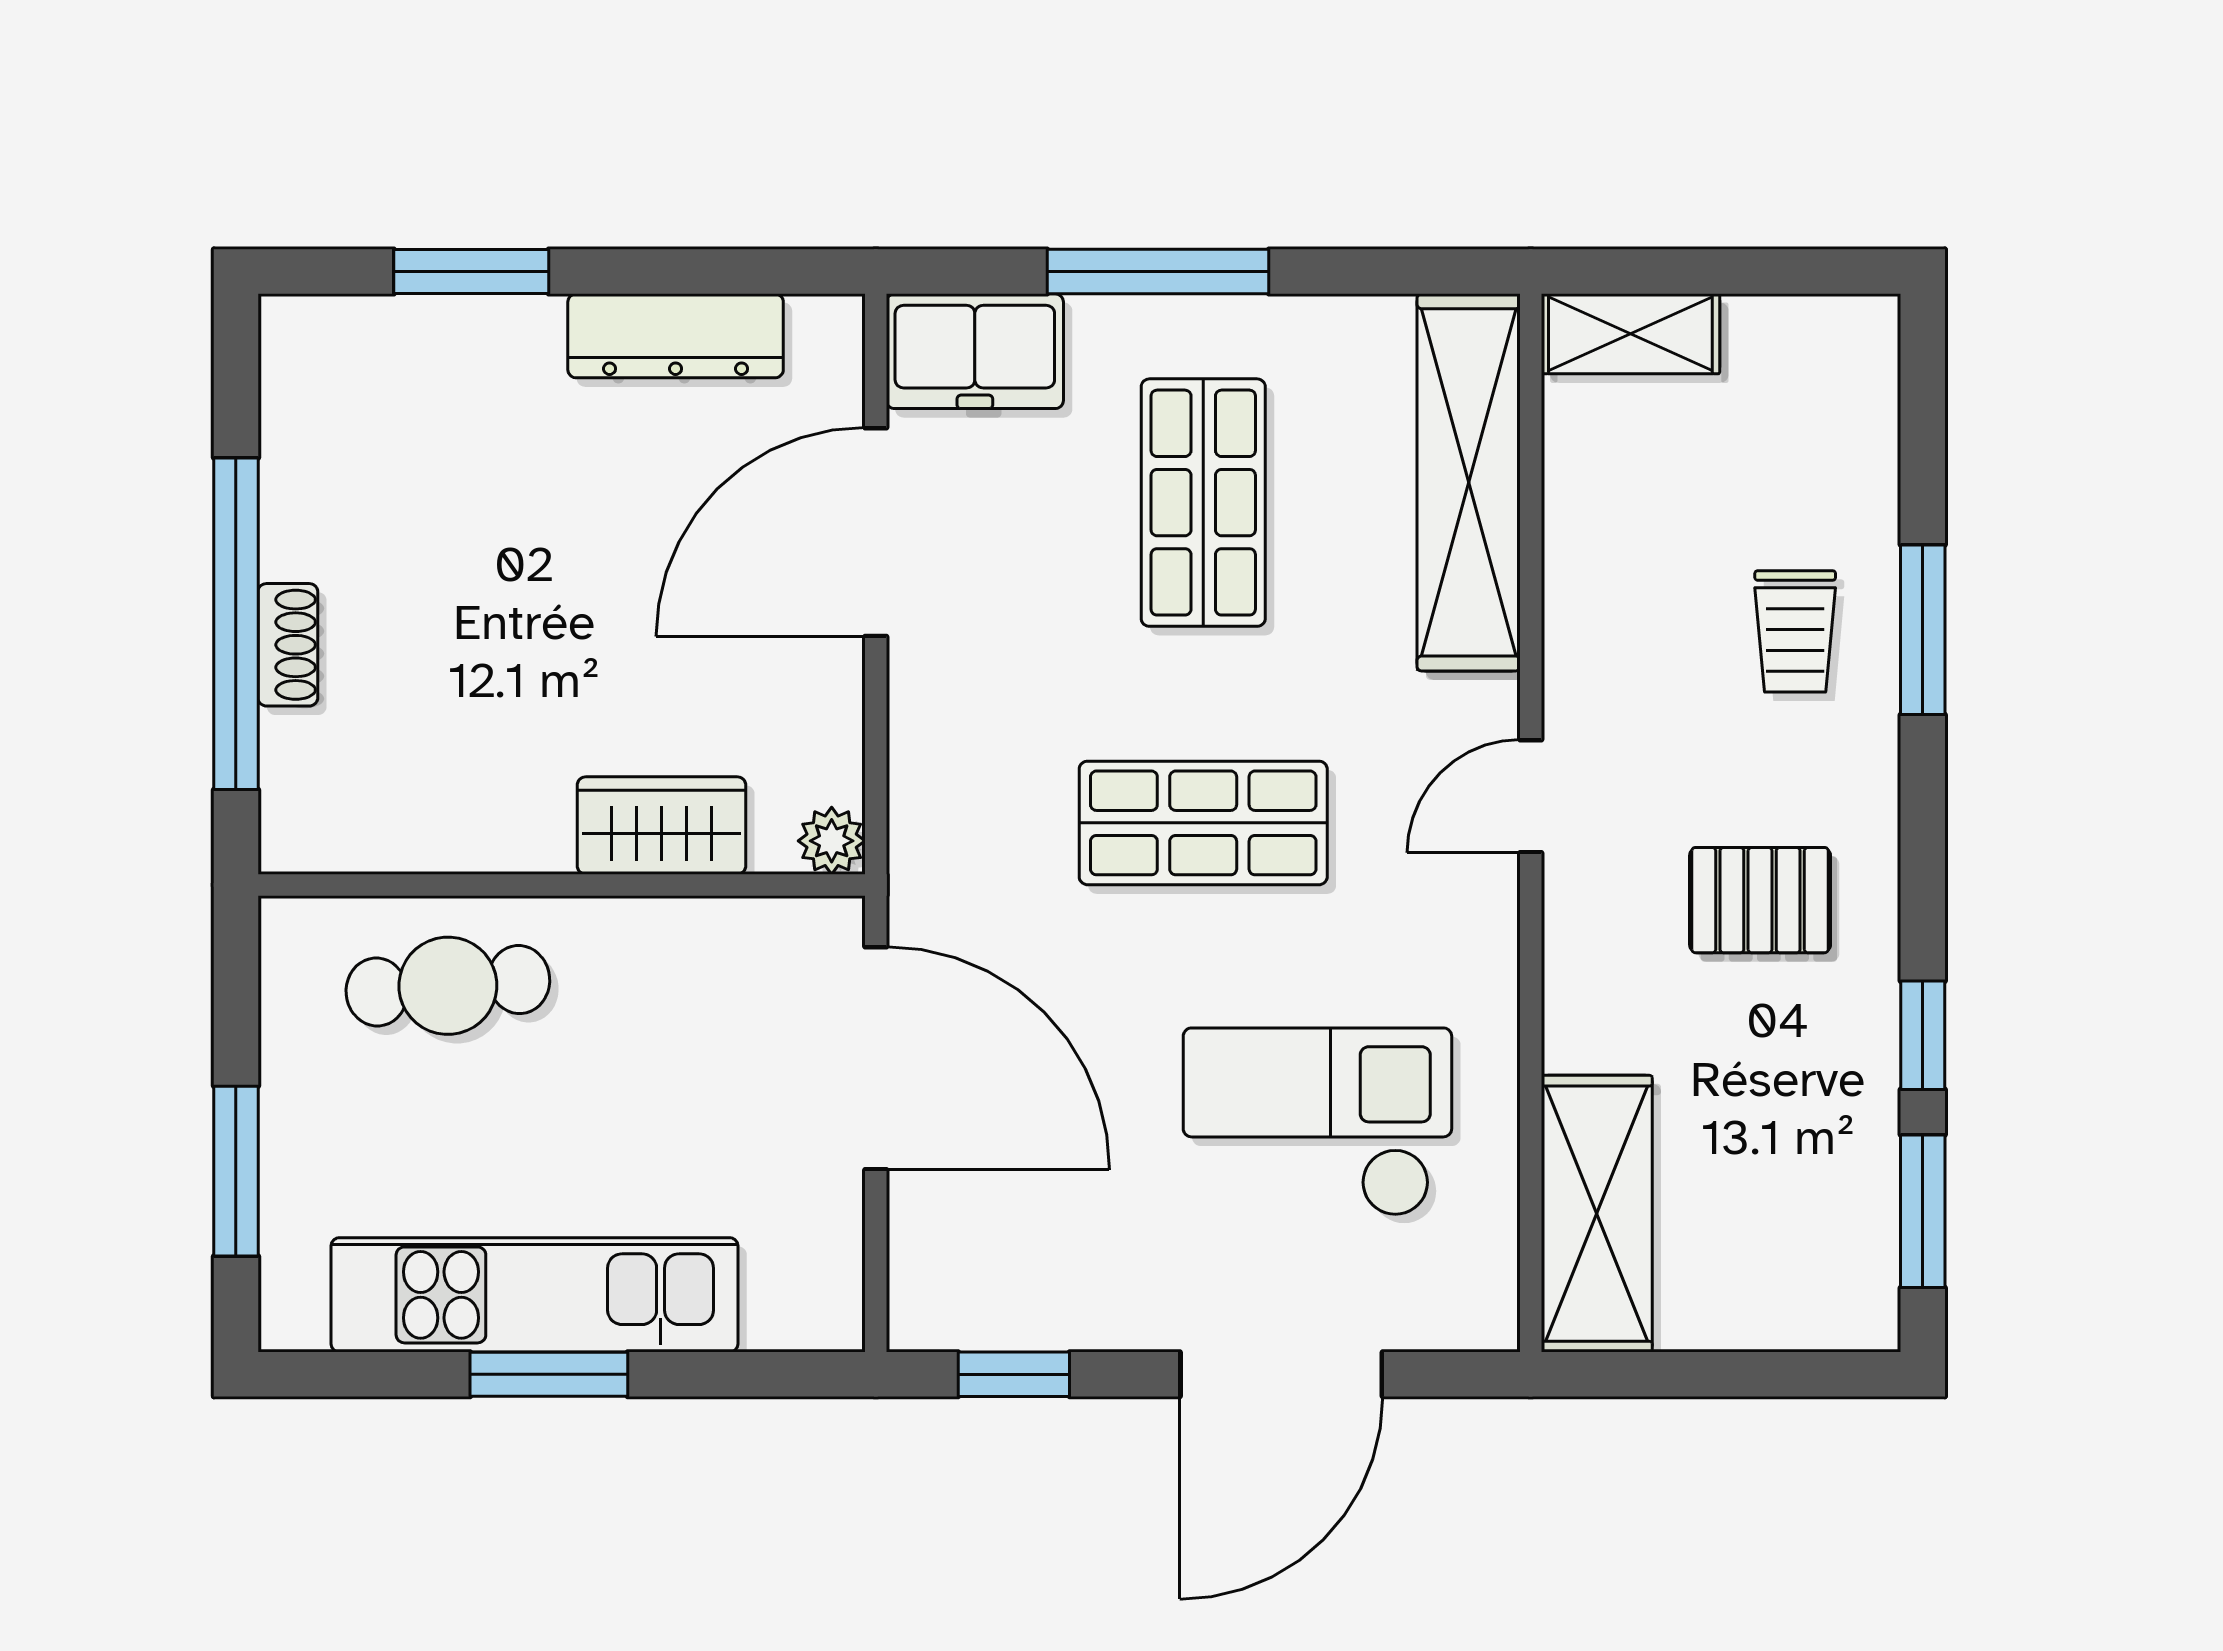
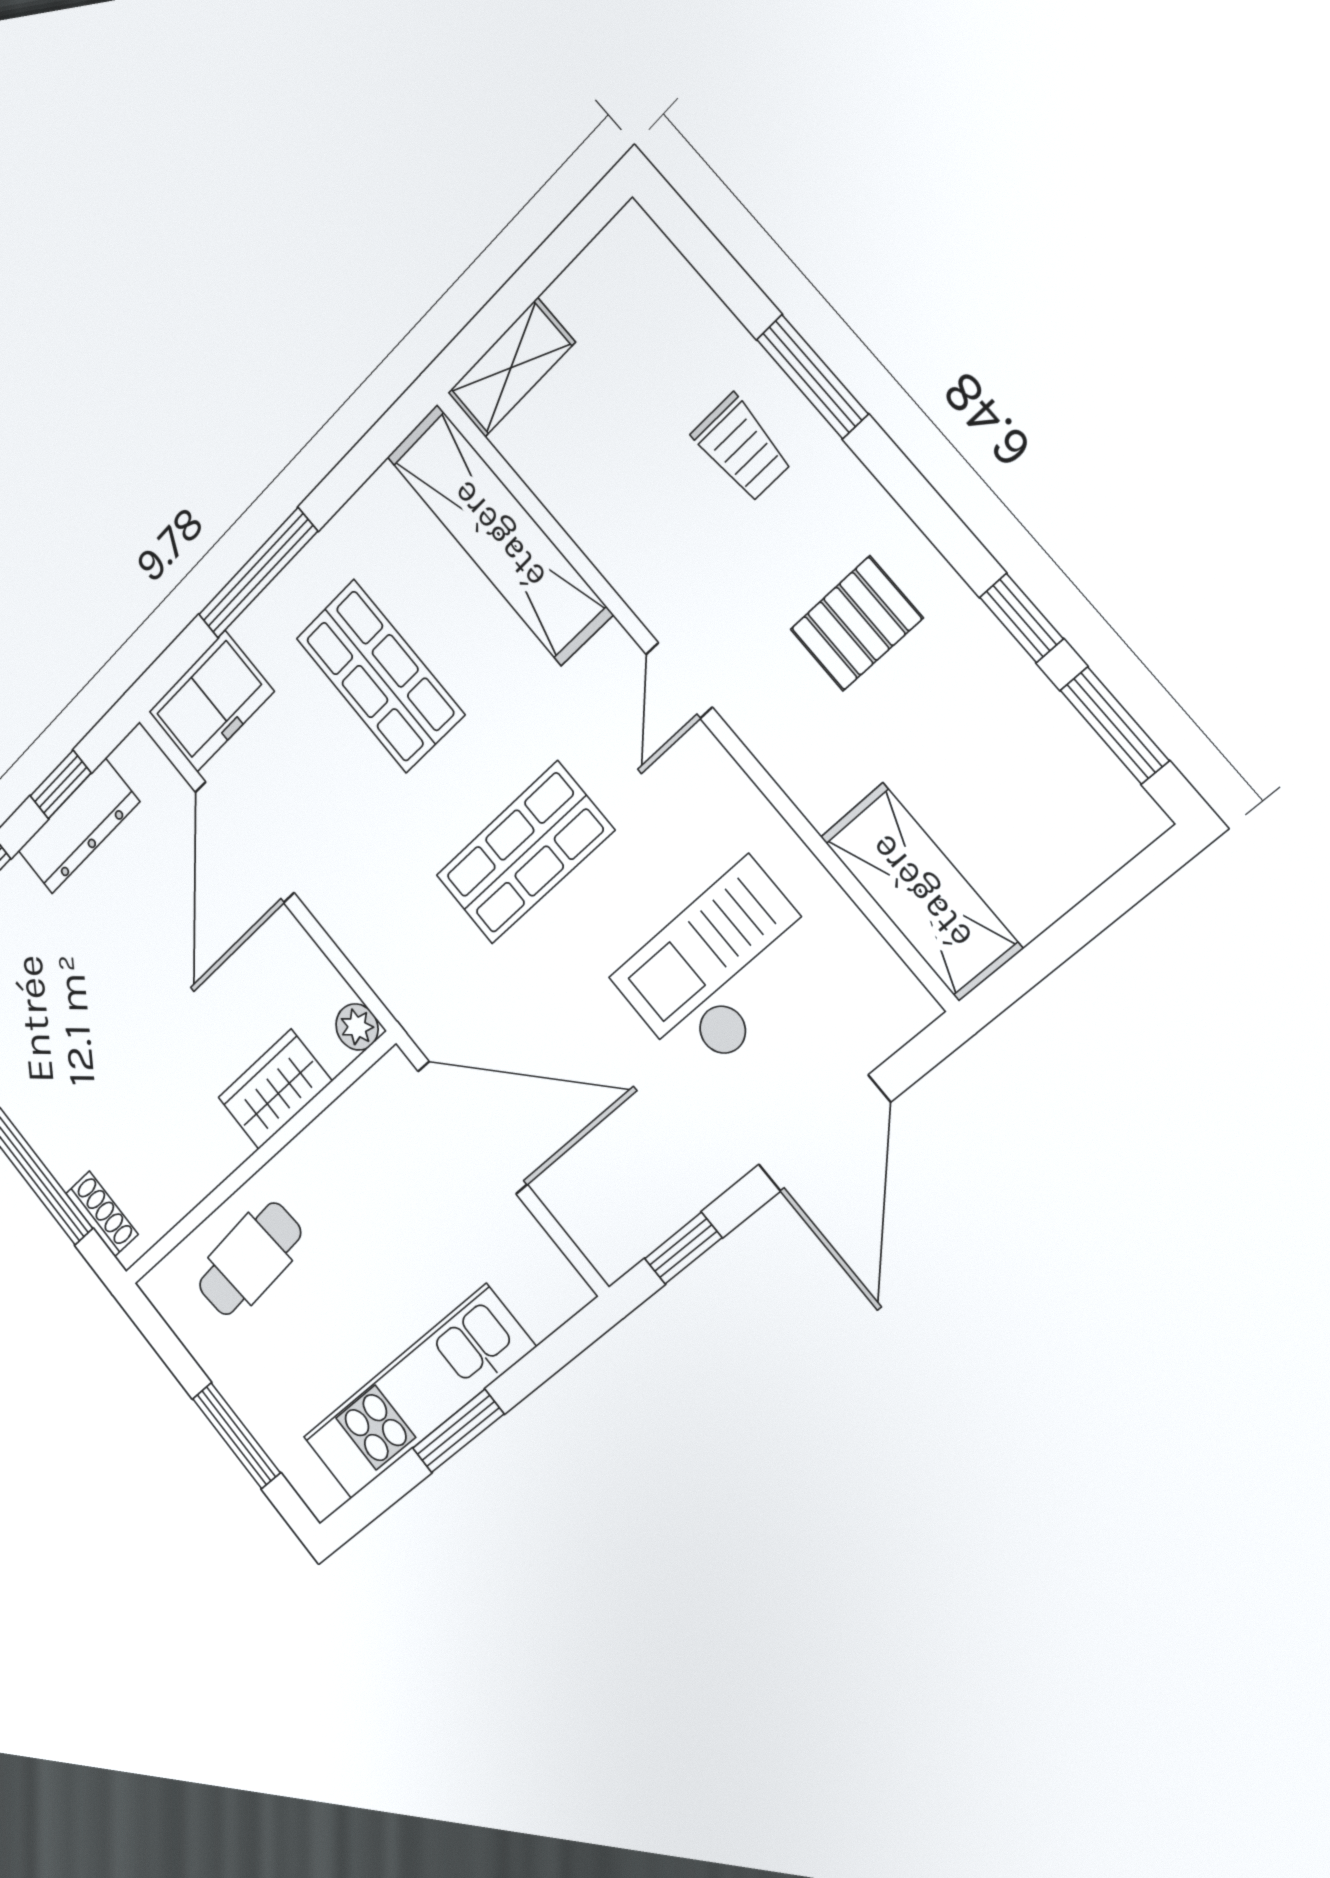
window: (696, 272) -> (61, 785), added
shoe rack: (288, 645) -> (102, 1214), moved

